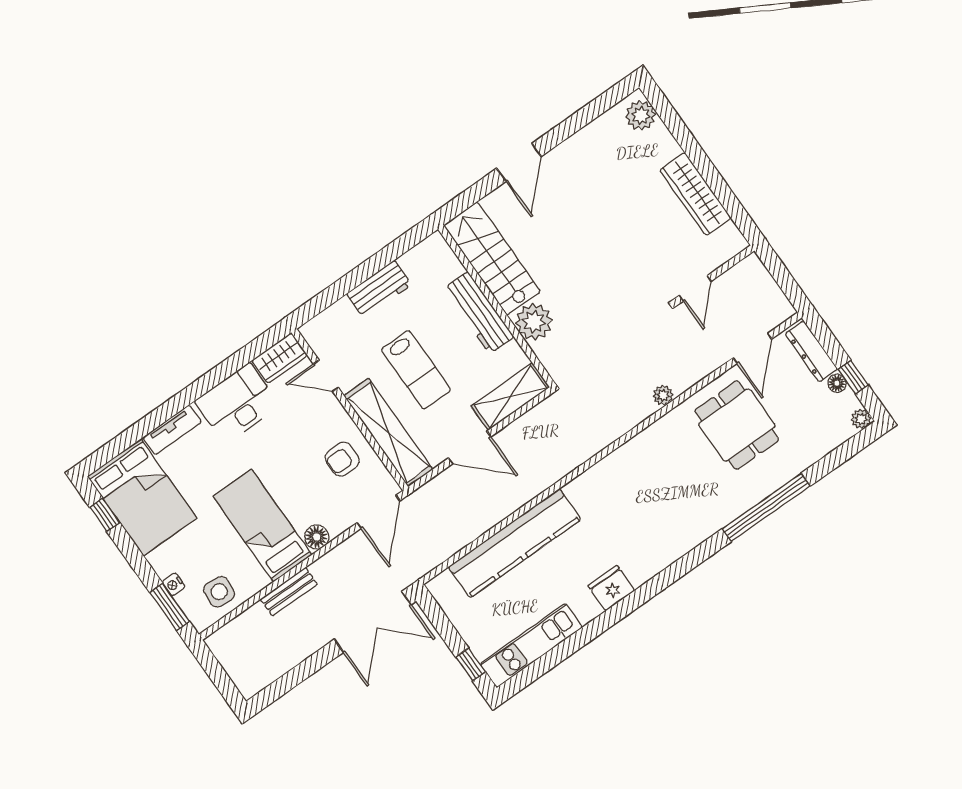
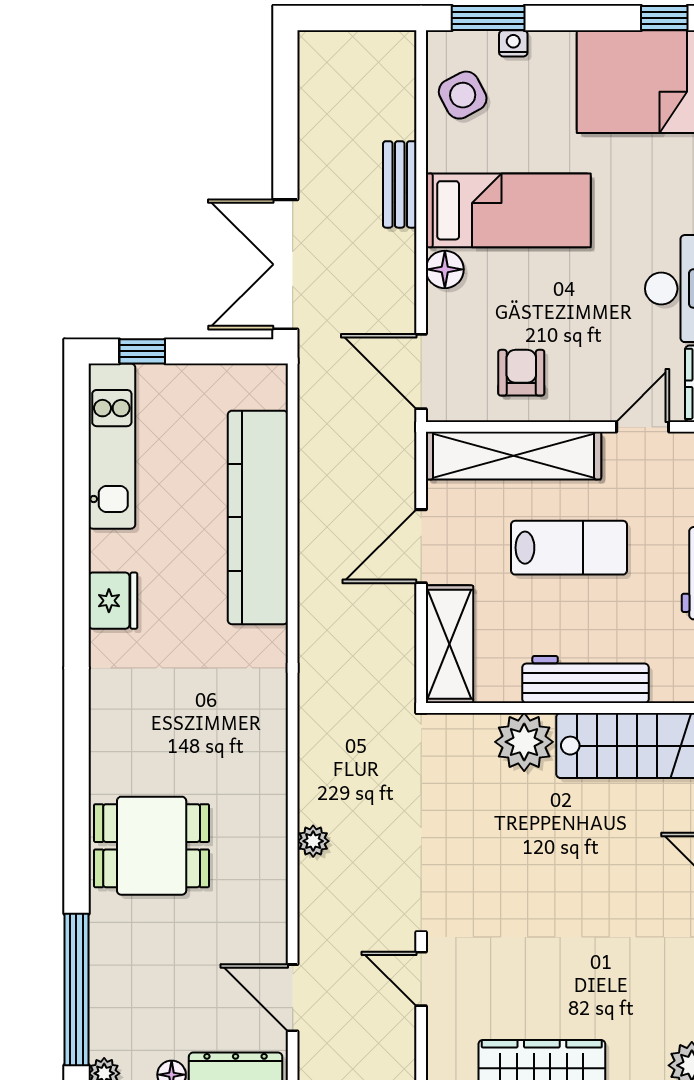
lab bench: (416, 370) -> (569, 548), turned 180
dining table: (737, 425) -> (152, 846), moved
window: (766, 507) -> (76, 990), moved
side table: (219, 592) -> (463, 95), turned -33

